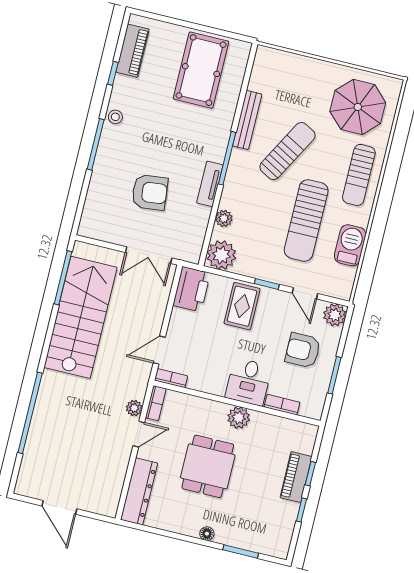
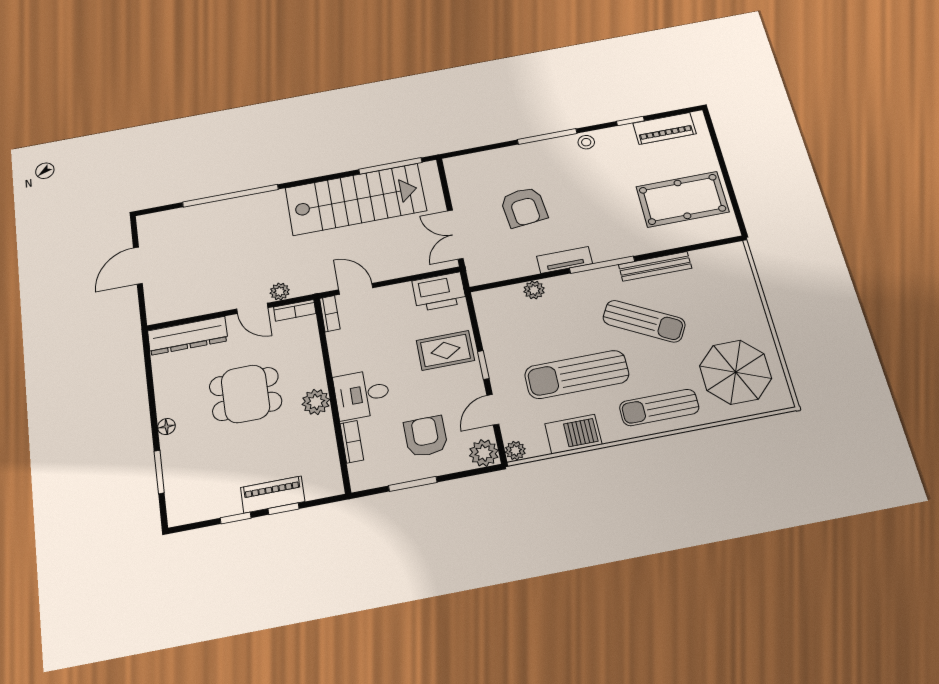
plant: (221, 255) -> (515, 451), moved, width x0.53, depth x0.53

